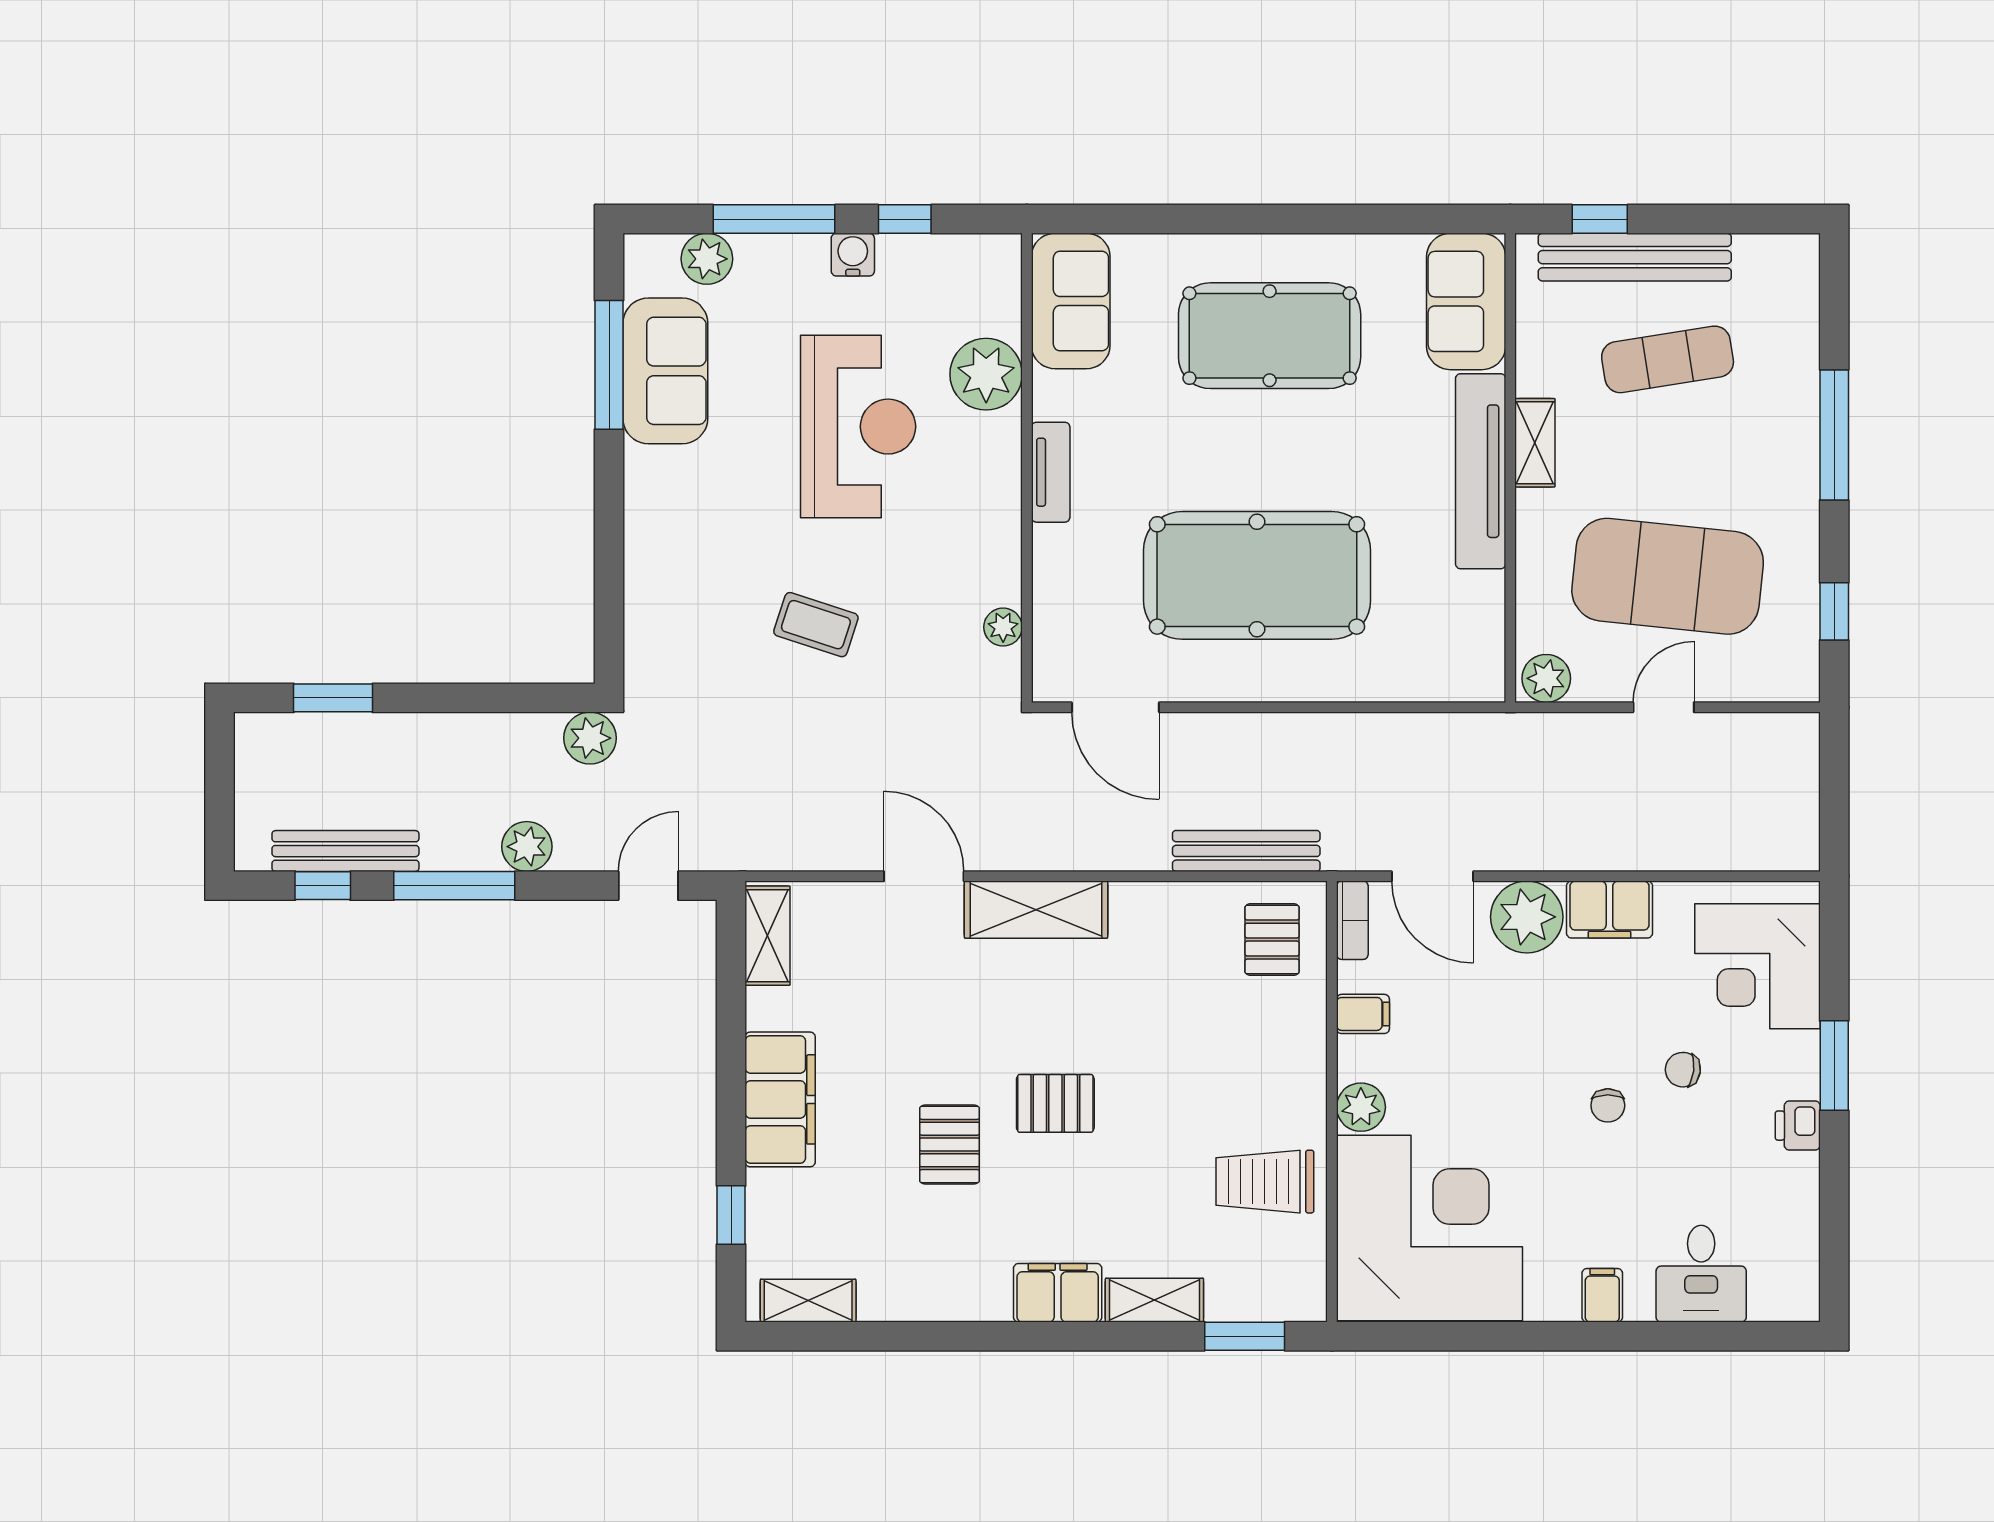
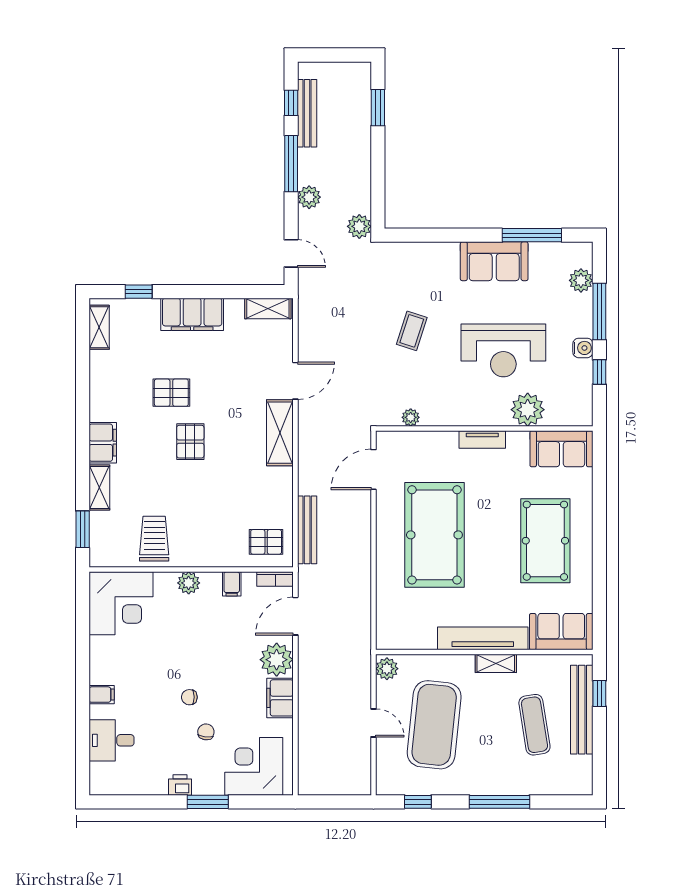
sofa: (665, 371) -> (494, 261), moved
corner desk: (1429, 1228) -> (121, 603), width x0.74, depth x0.74

